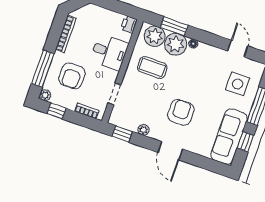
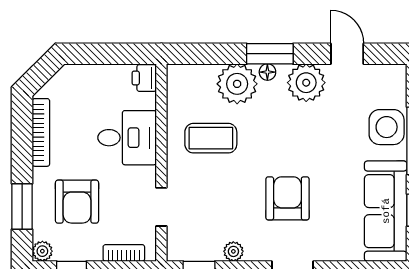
window: (174, 26) -> (270, 54), moved
plant: (155, 36) -> (306, 83), moved
window: (43, 69) -> (22, 207), width x0.69
side table: (238, 84) -> (387, 127), moved

